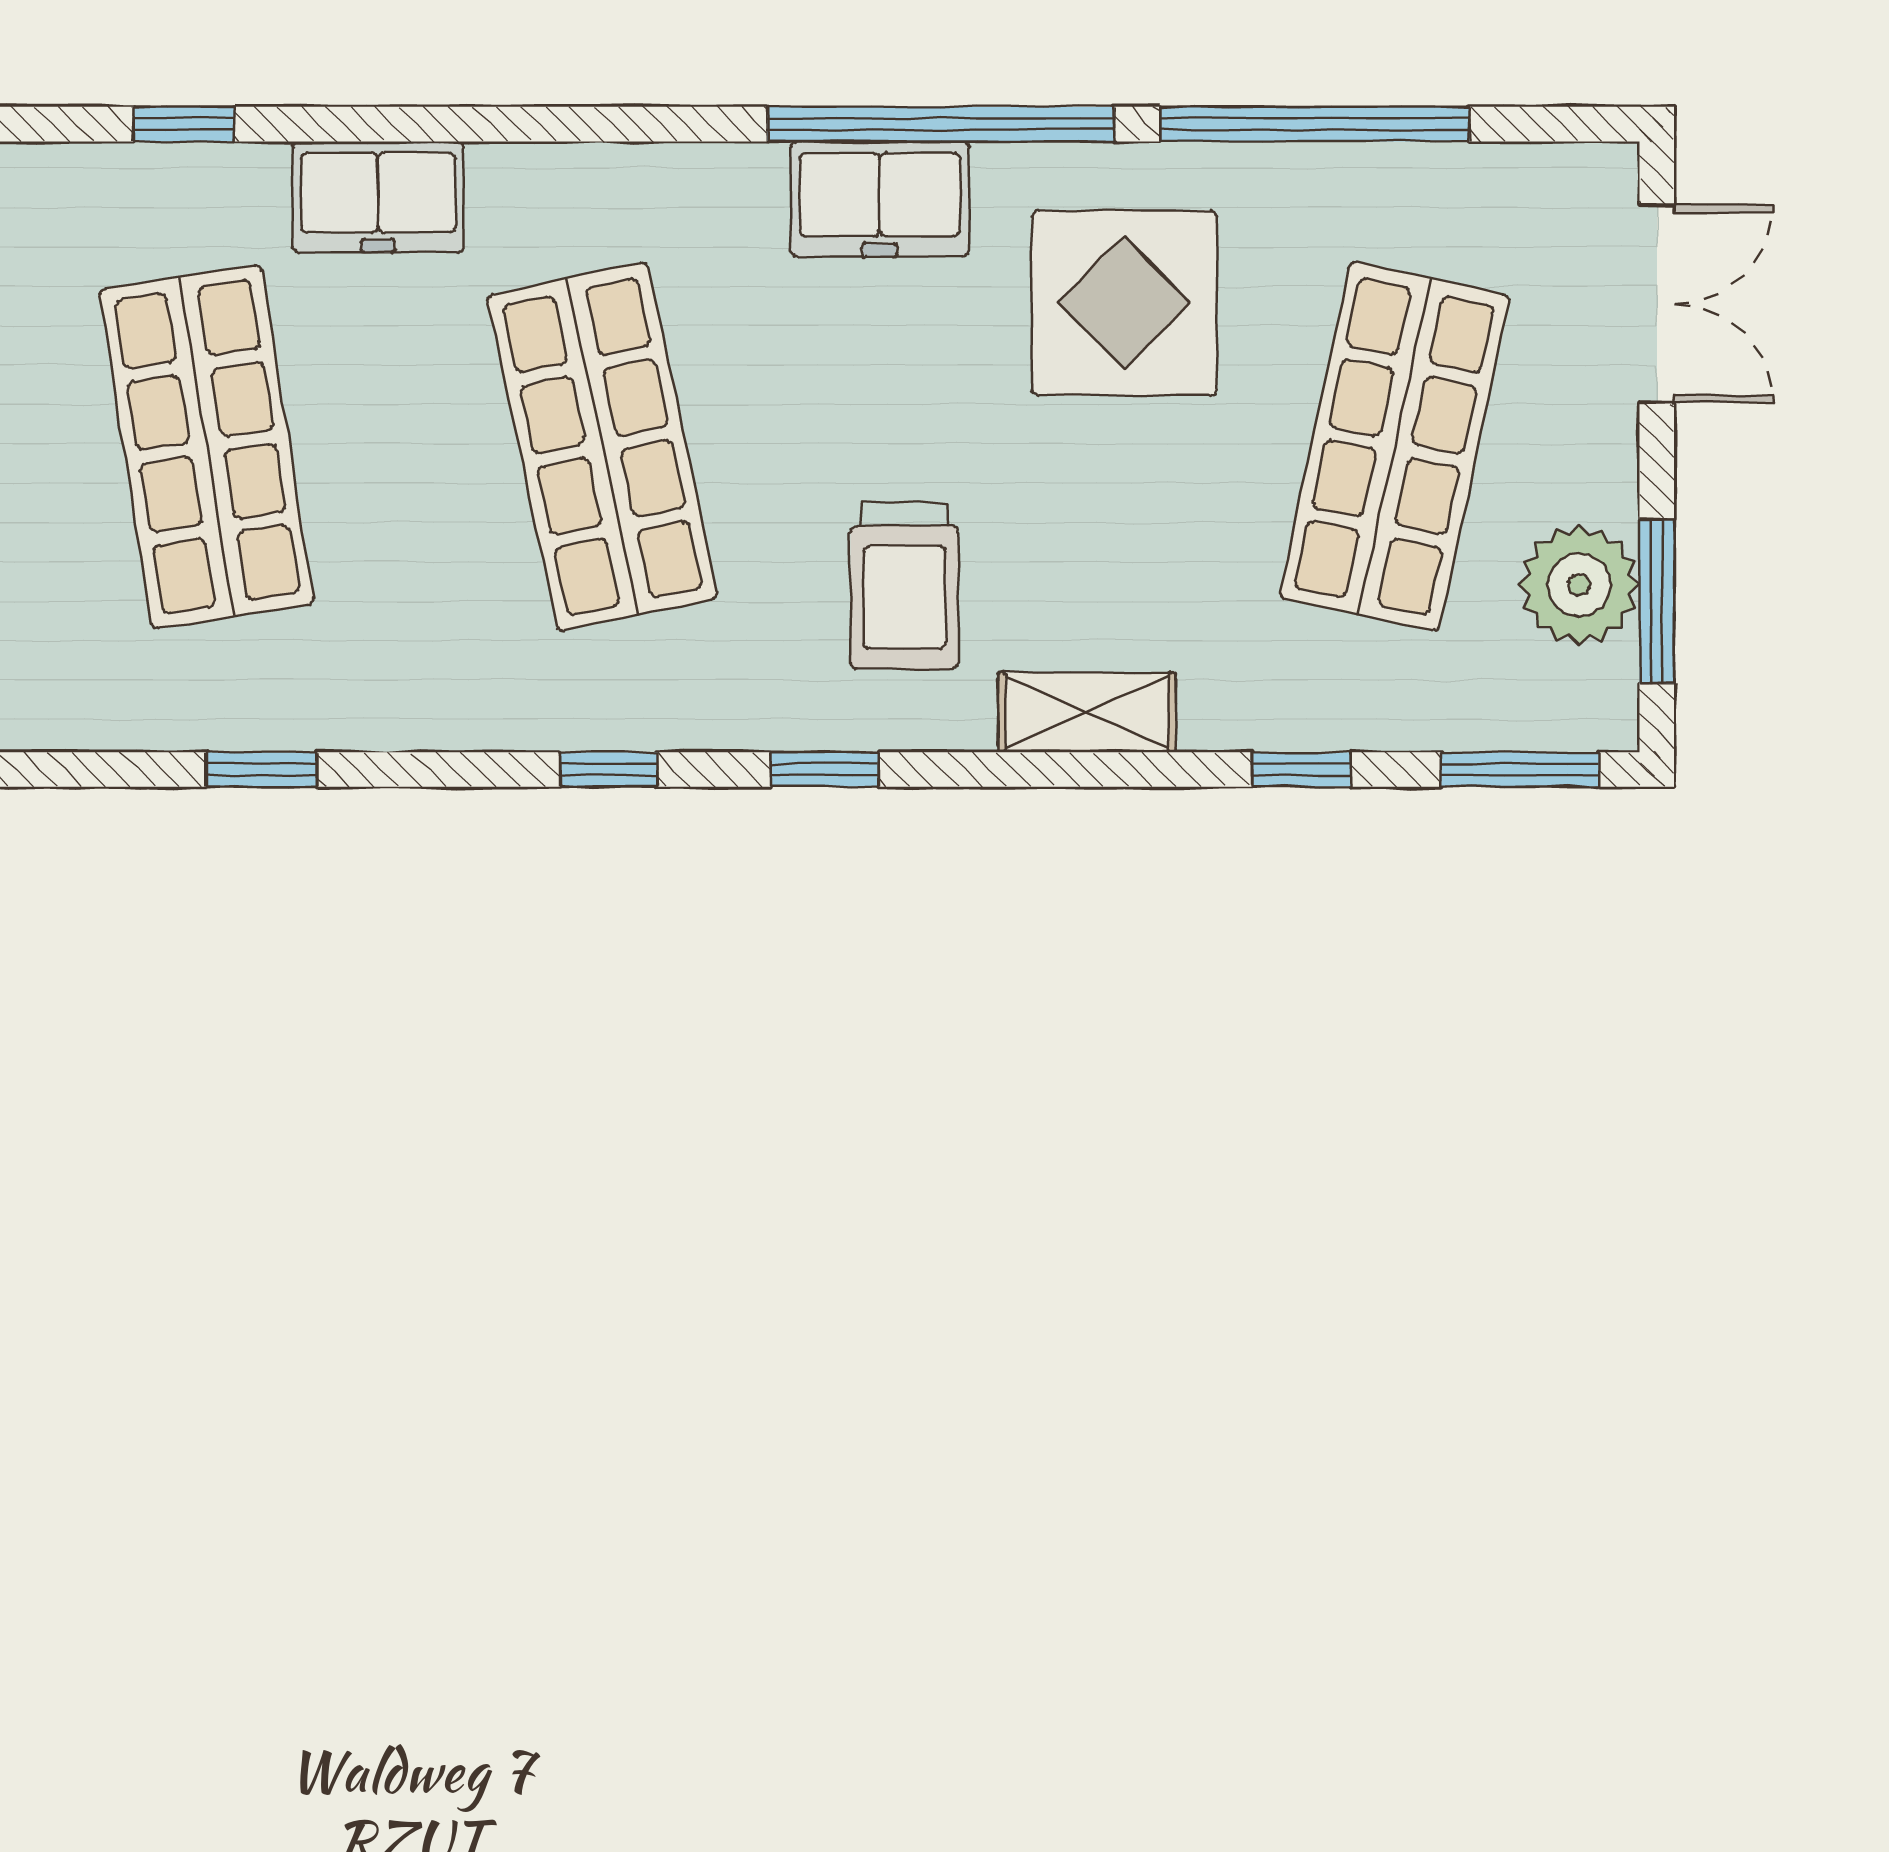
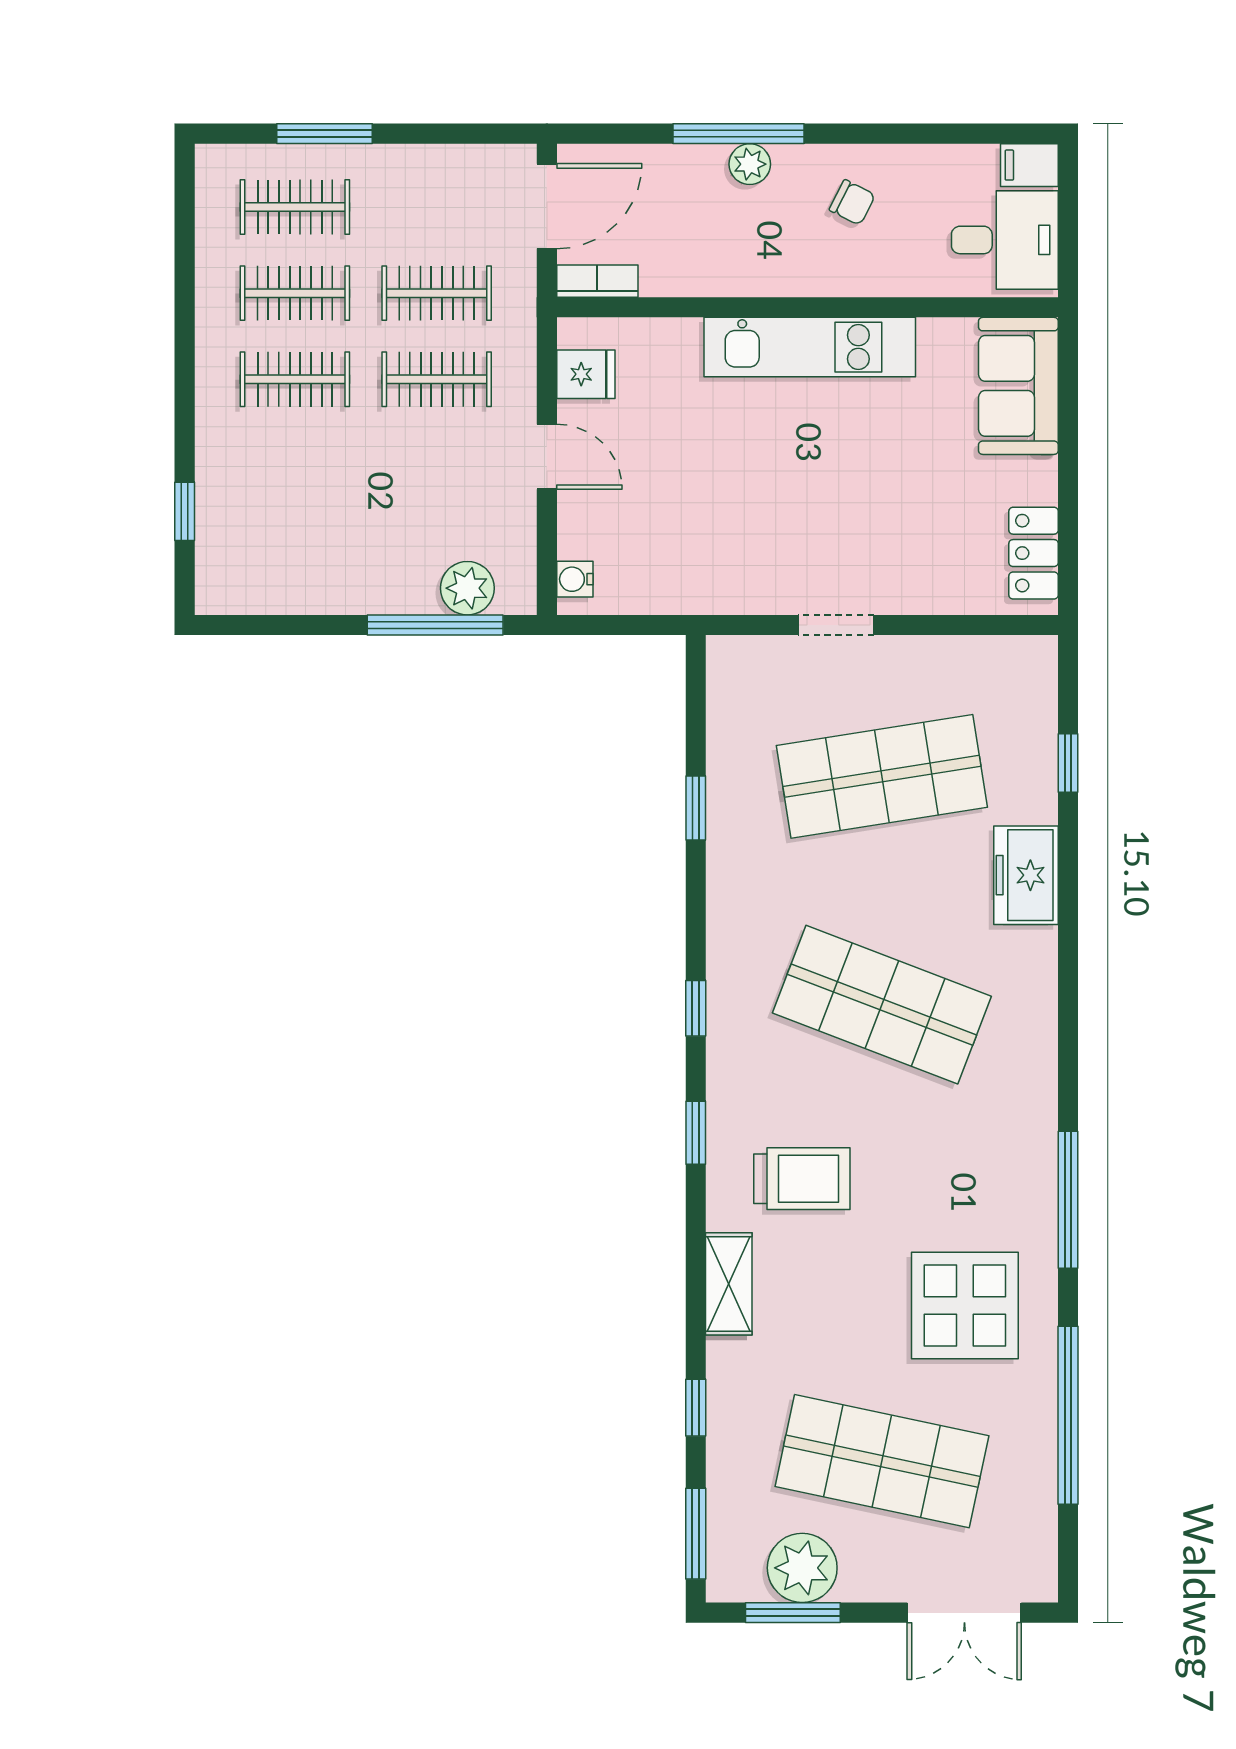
window: (941, 124) -> (1068, 1200), width x0.68
freezer: (880, 199) -> (1025, 1165), removed
shop shelf: (603, 447) -> (882, 1005), turned 33
trolley: (904, 586) -> (802, 1179), turned 180

